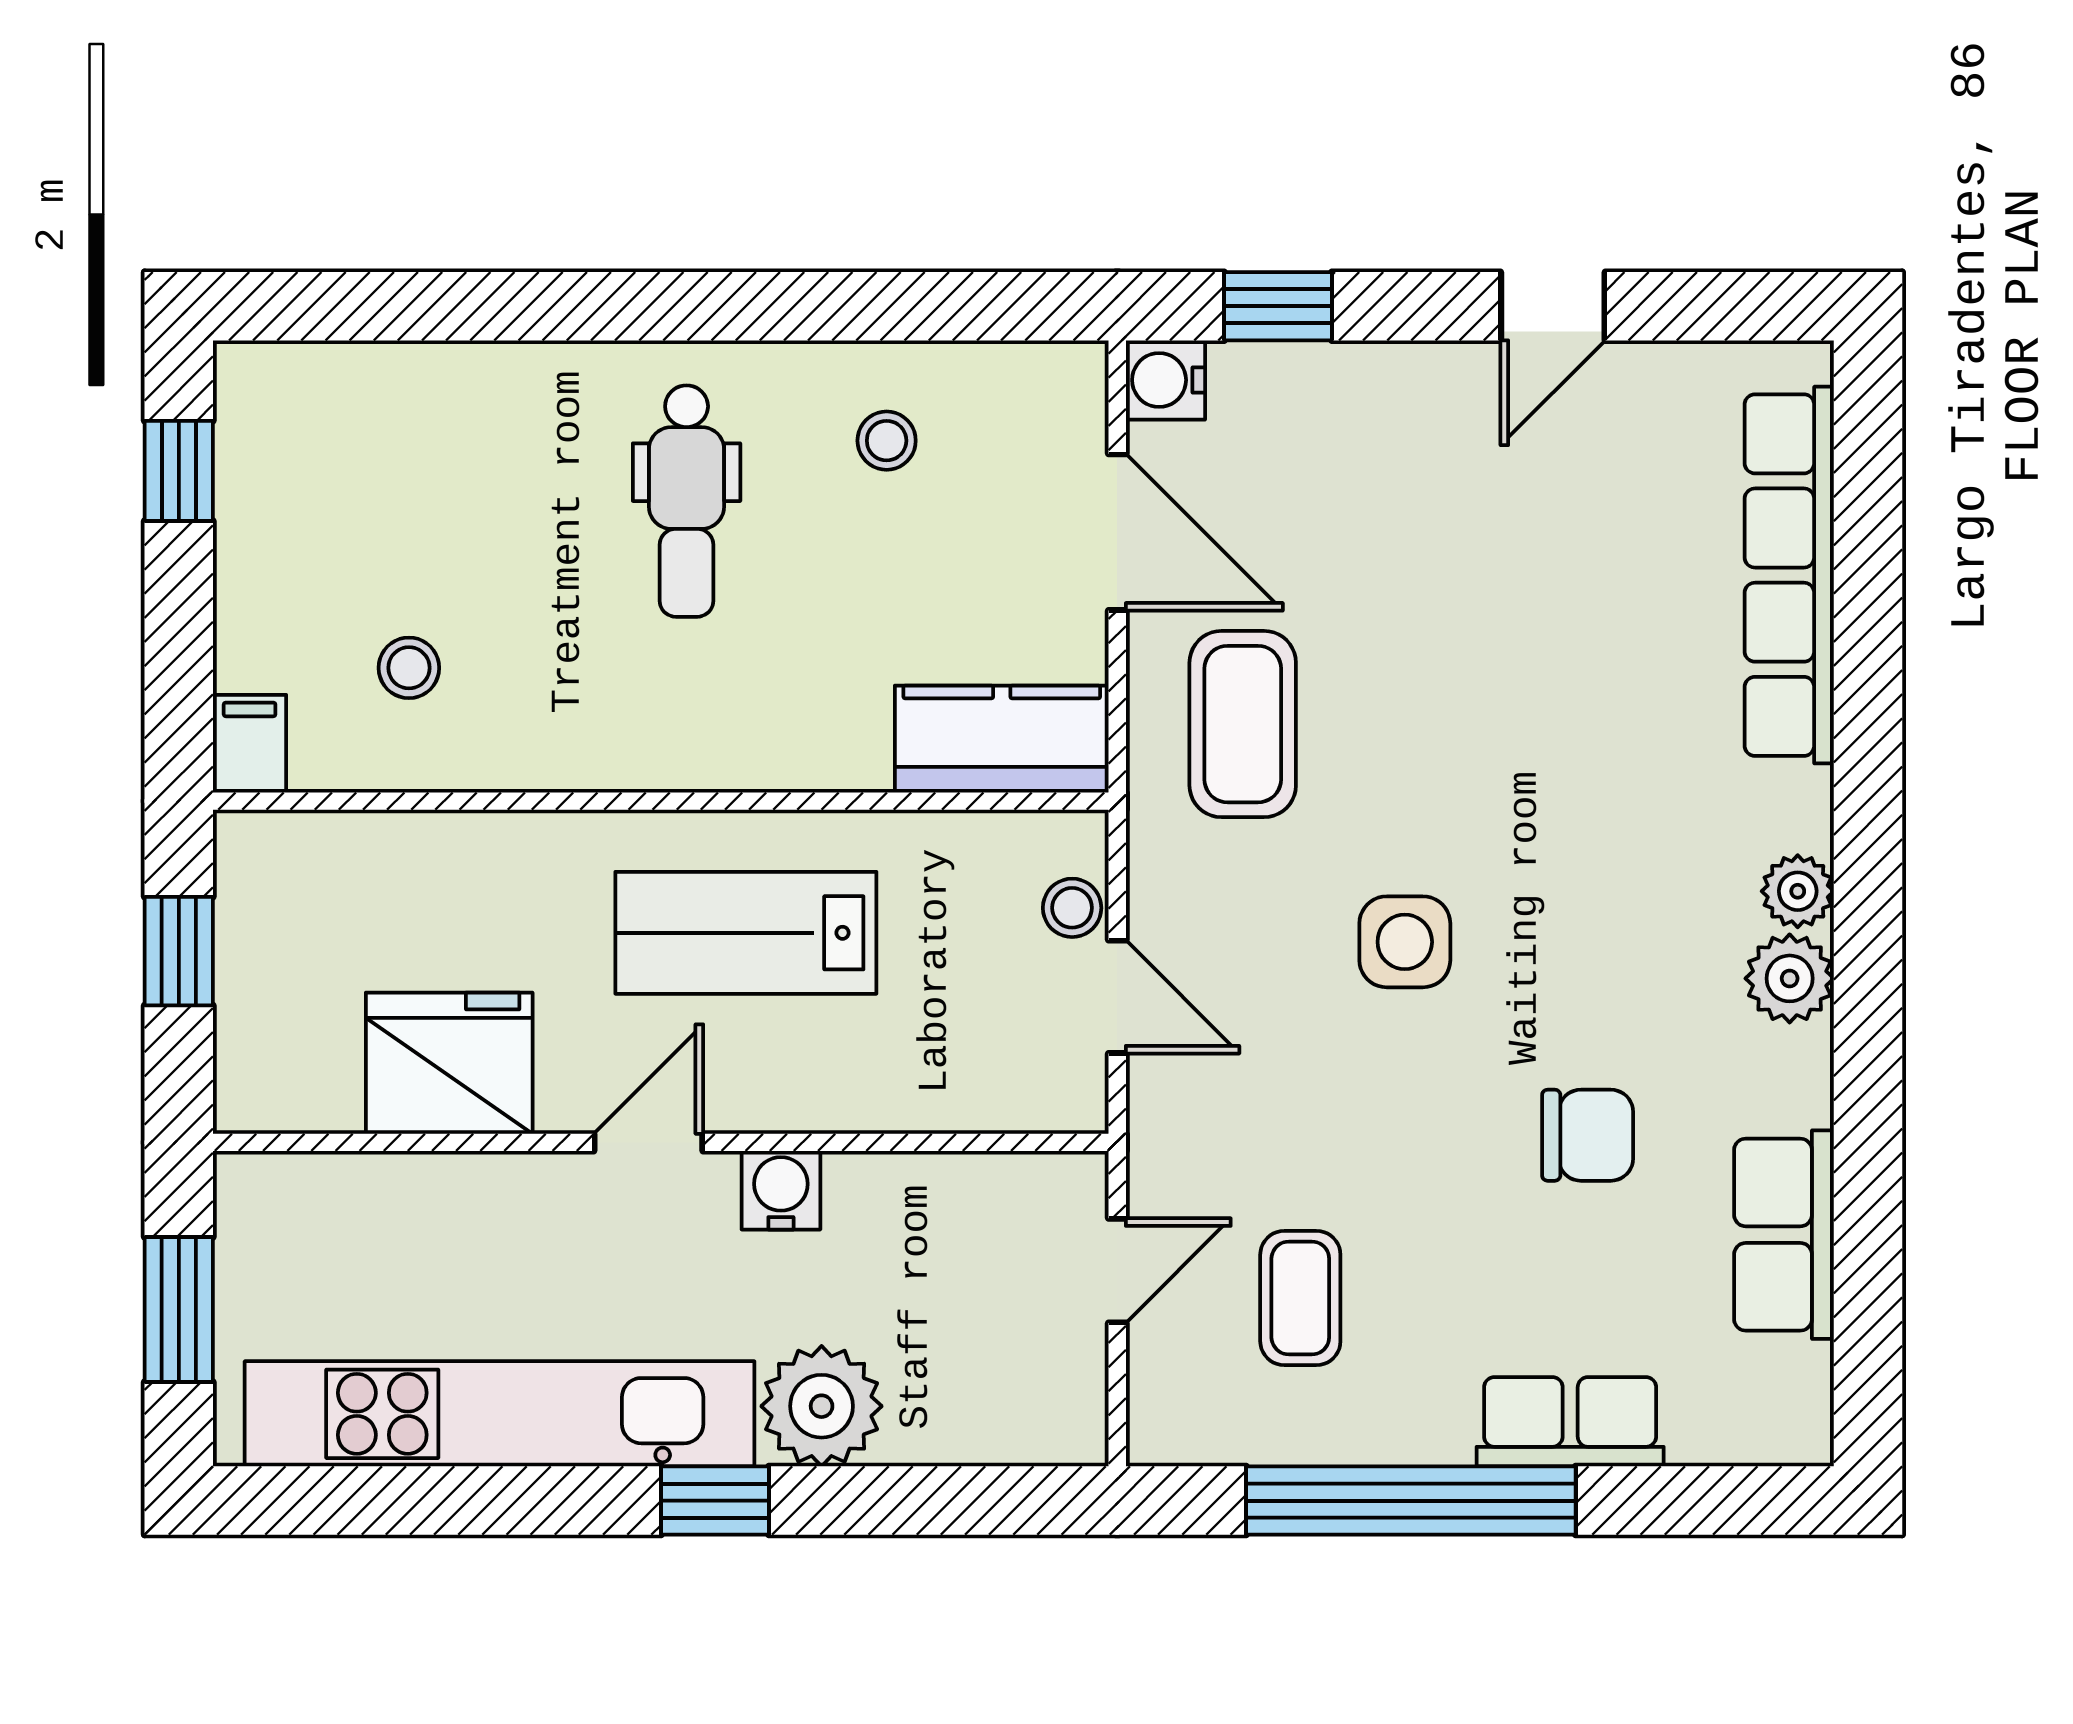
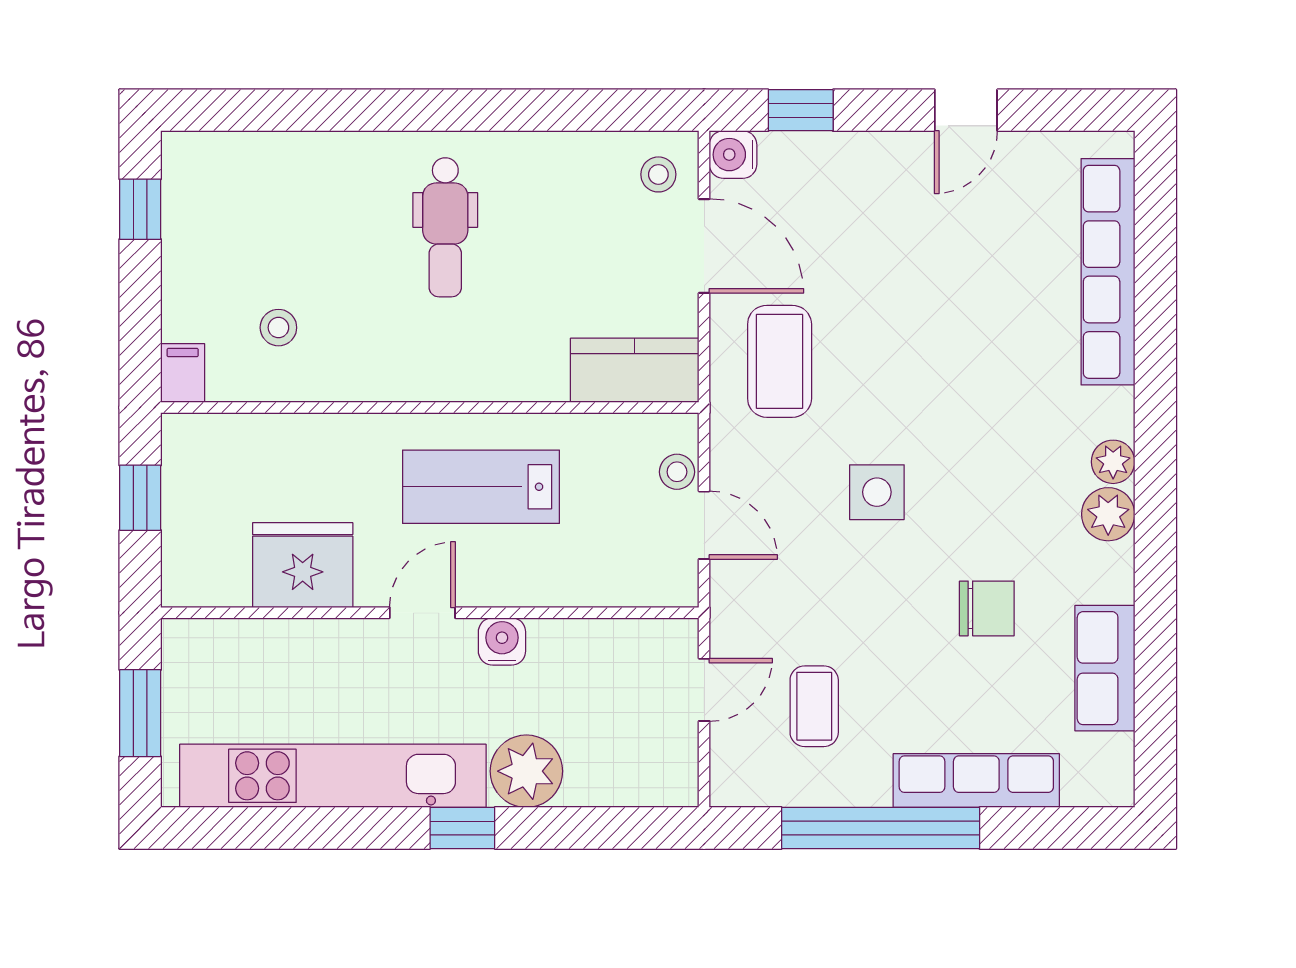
stool: (887, 441) -> (658, 174), moved
row of seats: (1570, 1422) -> (976, 781), width x1.48

